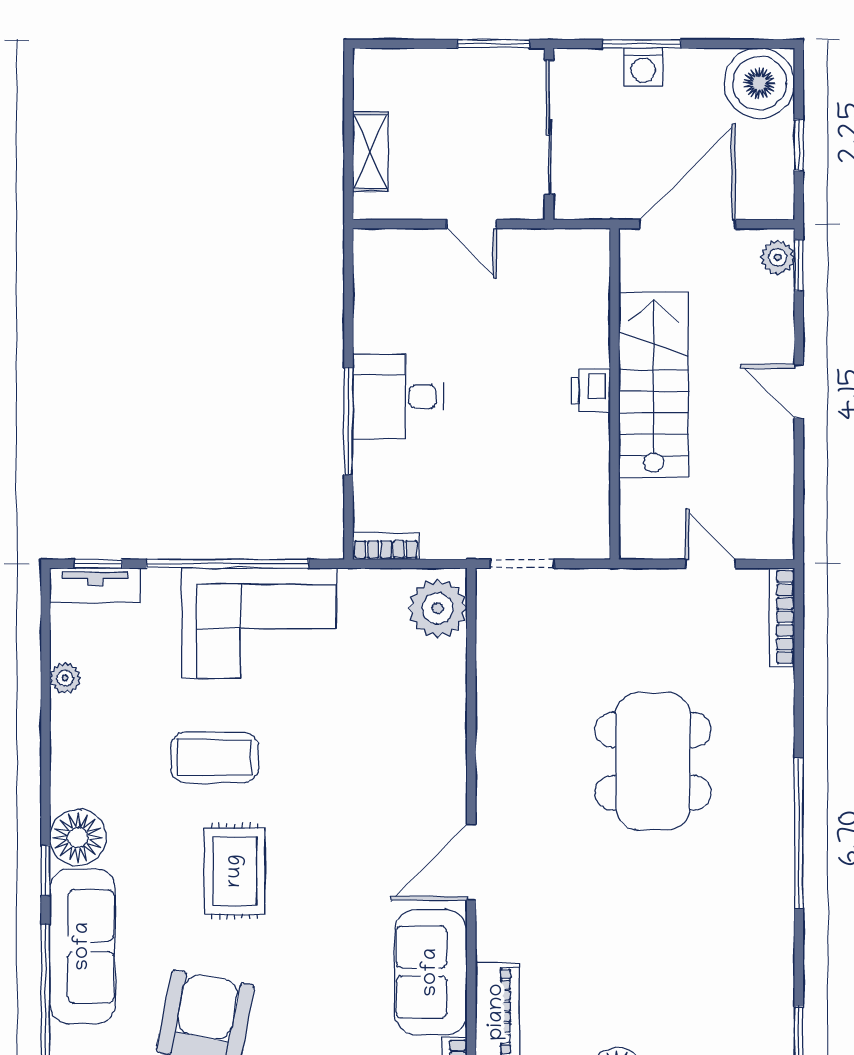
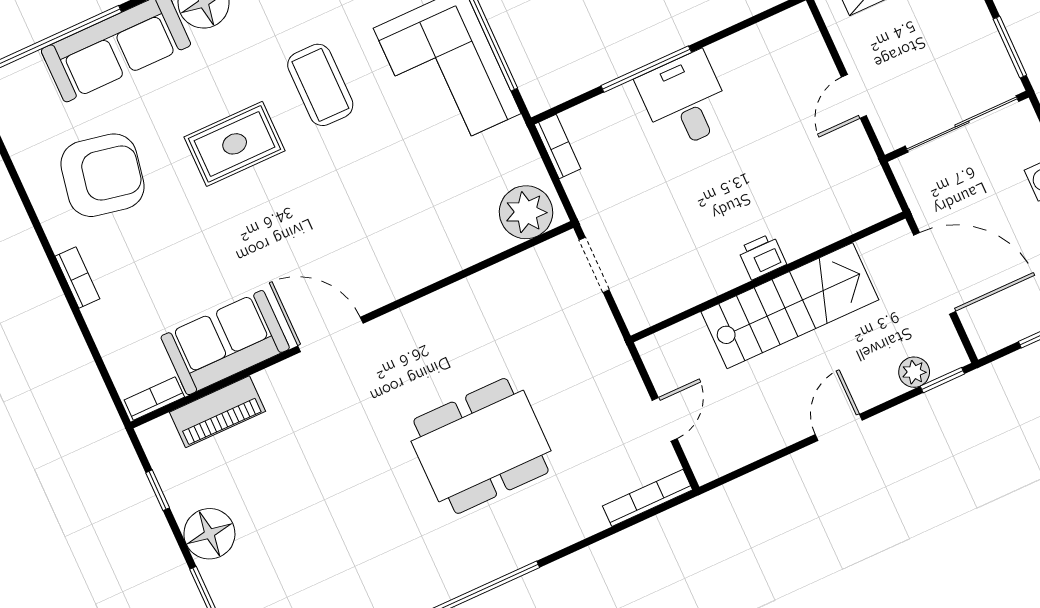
plant: (778, 257) -> (914, 372), moved

